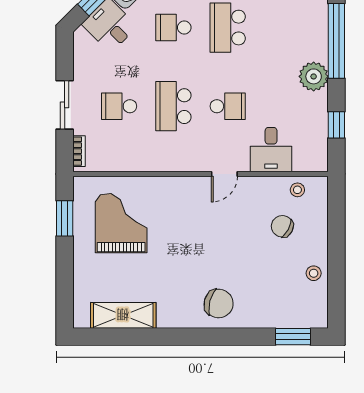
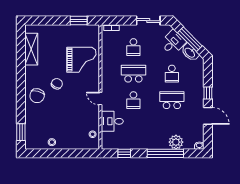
school desk: (173, 28) -> (172, 74), turned 180
plant: (314, 76) -> (176, 142), moved
sliding door: (65, 105) -> (148, 21), moved
school desk: (119, 106) -> (133, 47), turned 180
grand piano: (121, 223) -> (81, 60), moved
chair: (282, 226) -> (57, 84), moved

